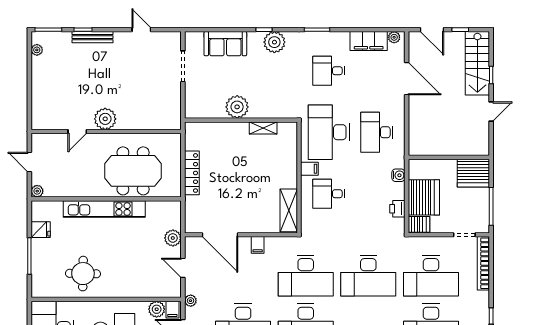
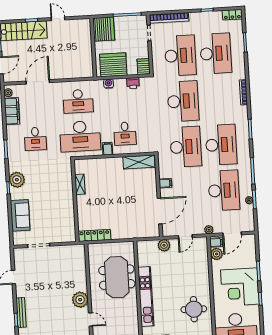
plant: (237, 107) -> (66, 204), removed
locker: (192, 173) -> (94, 235), moved
server rack: (424, 197) -> (113, 65), moved

